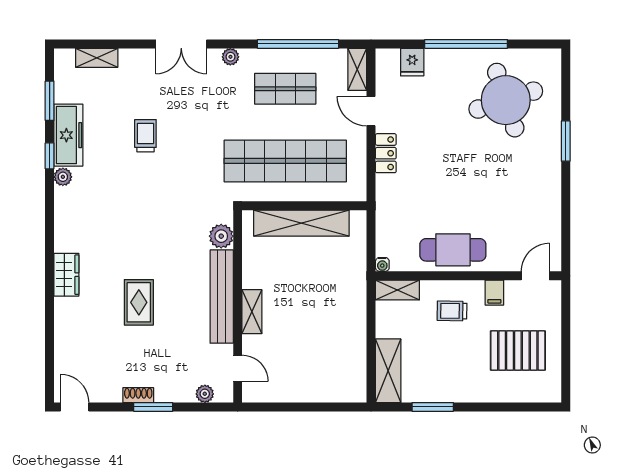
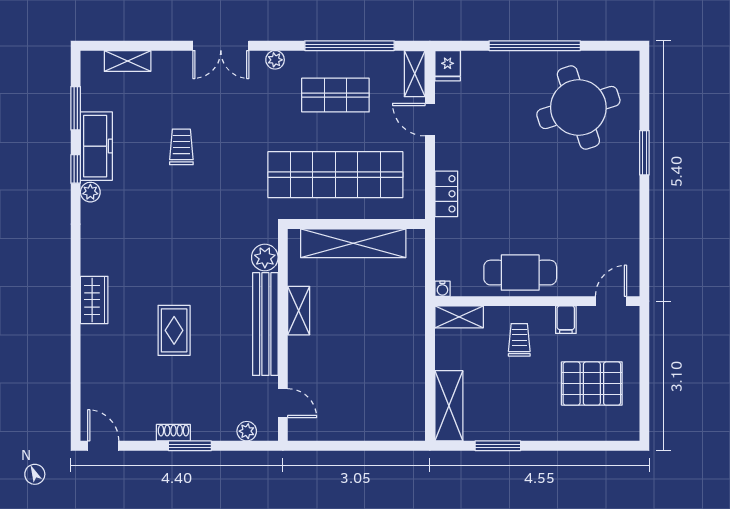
fridge: (412, 62) -> (448, 66), moved
locker: (386, 153) -> (446, 194), moved
trolley: (452, 311) -> (519, 340), turned 89
shelving: (252, 312) -> (299, 311), moved

